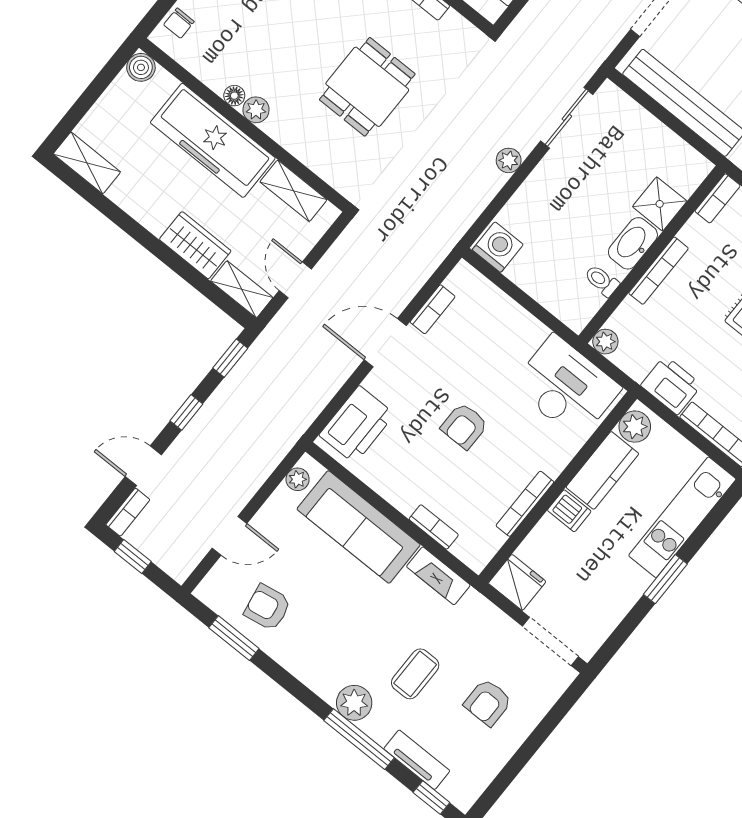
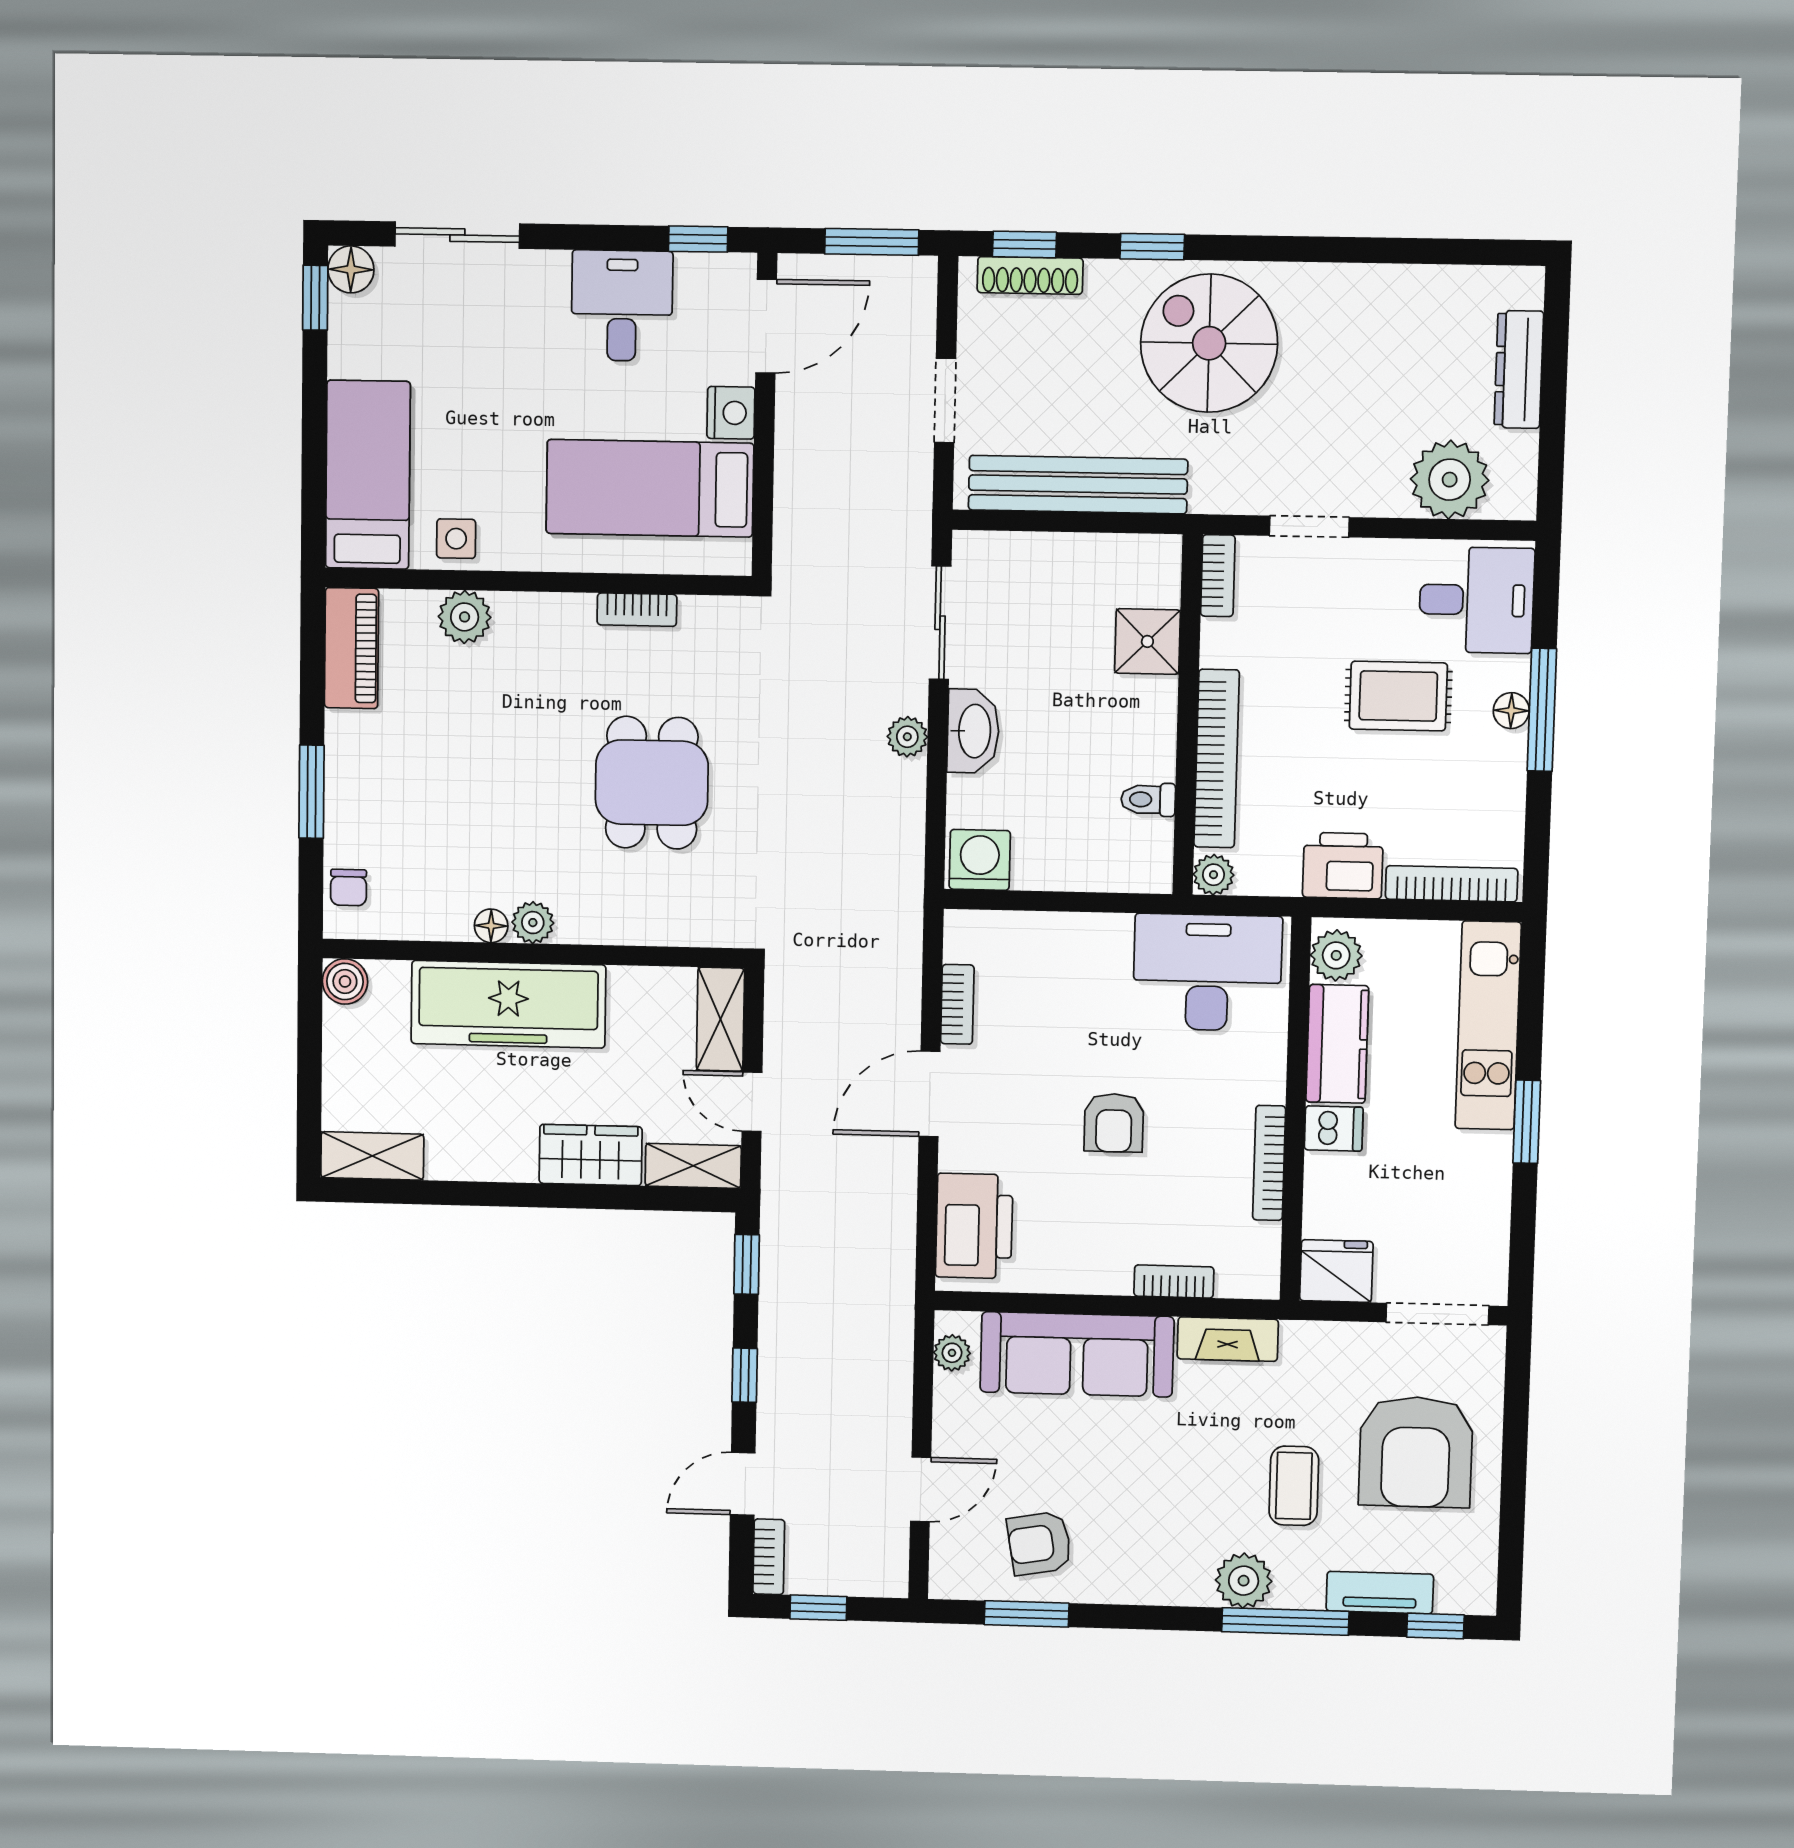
shelving: (293, 191) -> (720, 1019), moved, turned 90
washbasin: (633, 243) -> (973, 731), moved, turned 180
bookcase: (659, 271) -> (1217, 759), width x1.48, depth x1.31
armchair: (488, 702) -> (1416, 1452), width x1.88, depth x1.88

